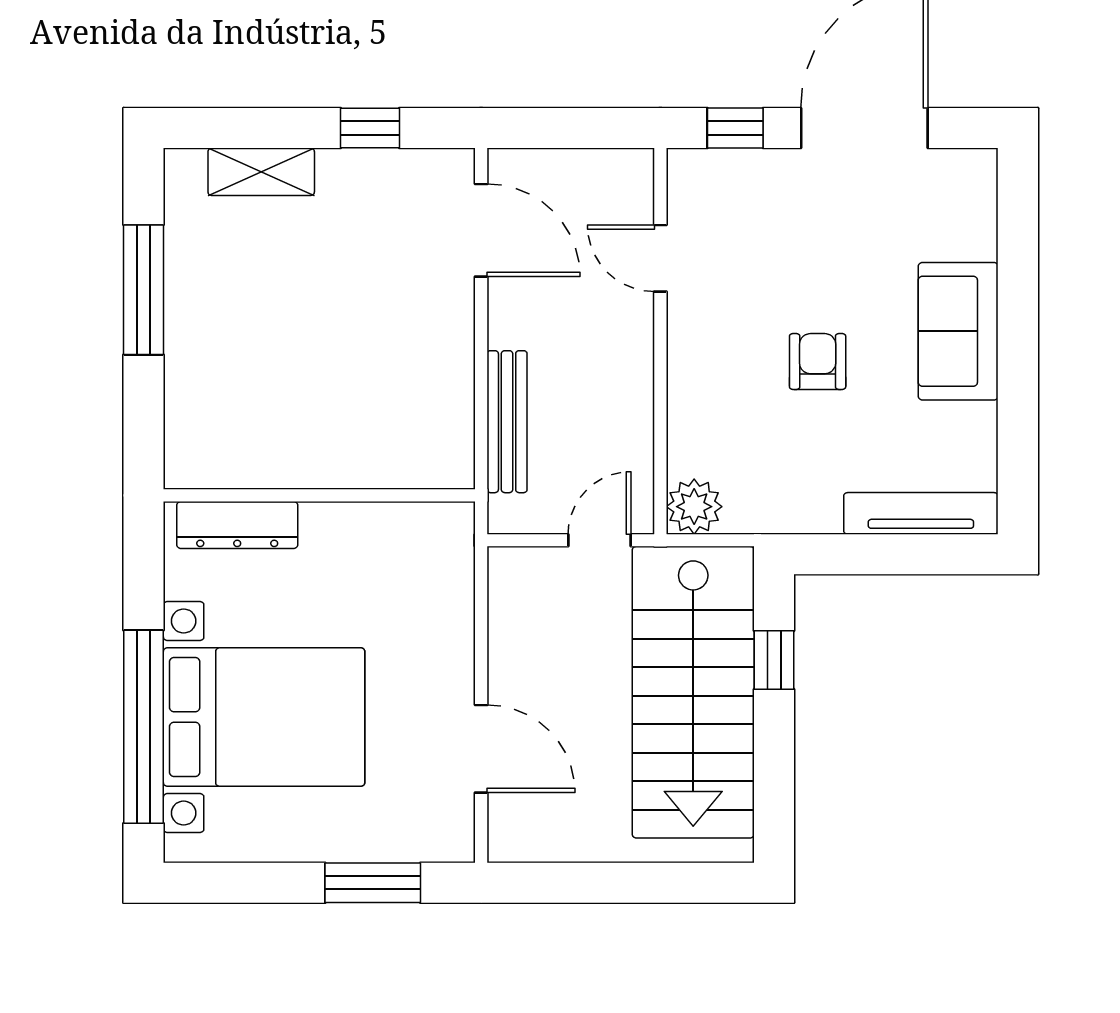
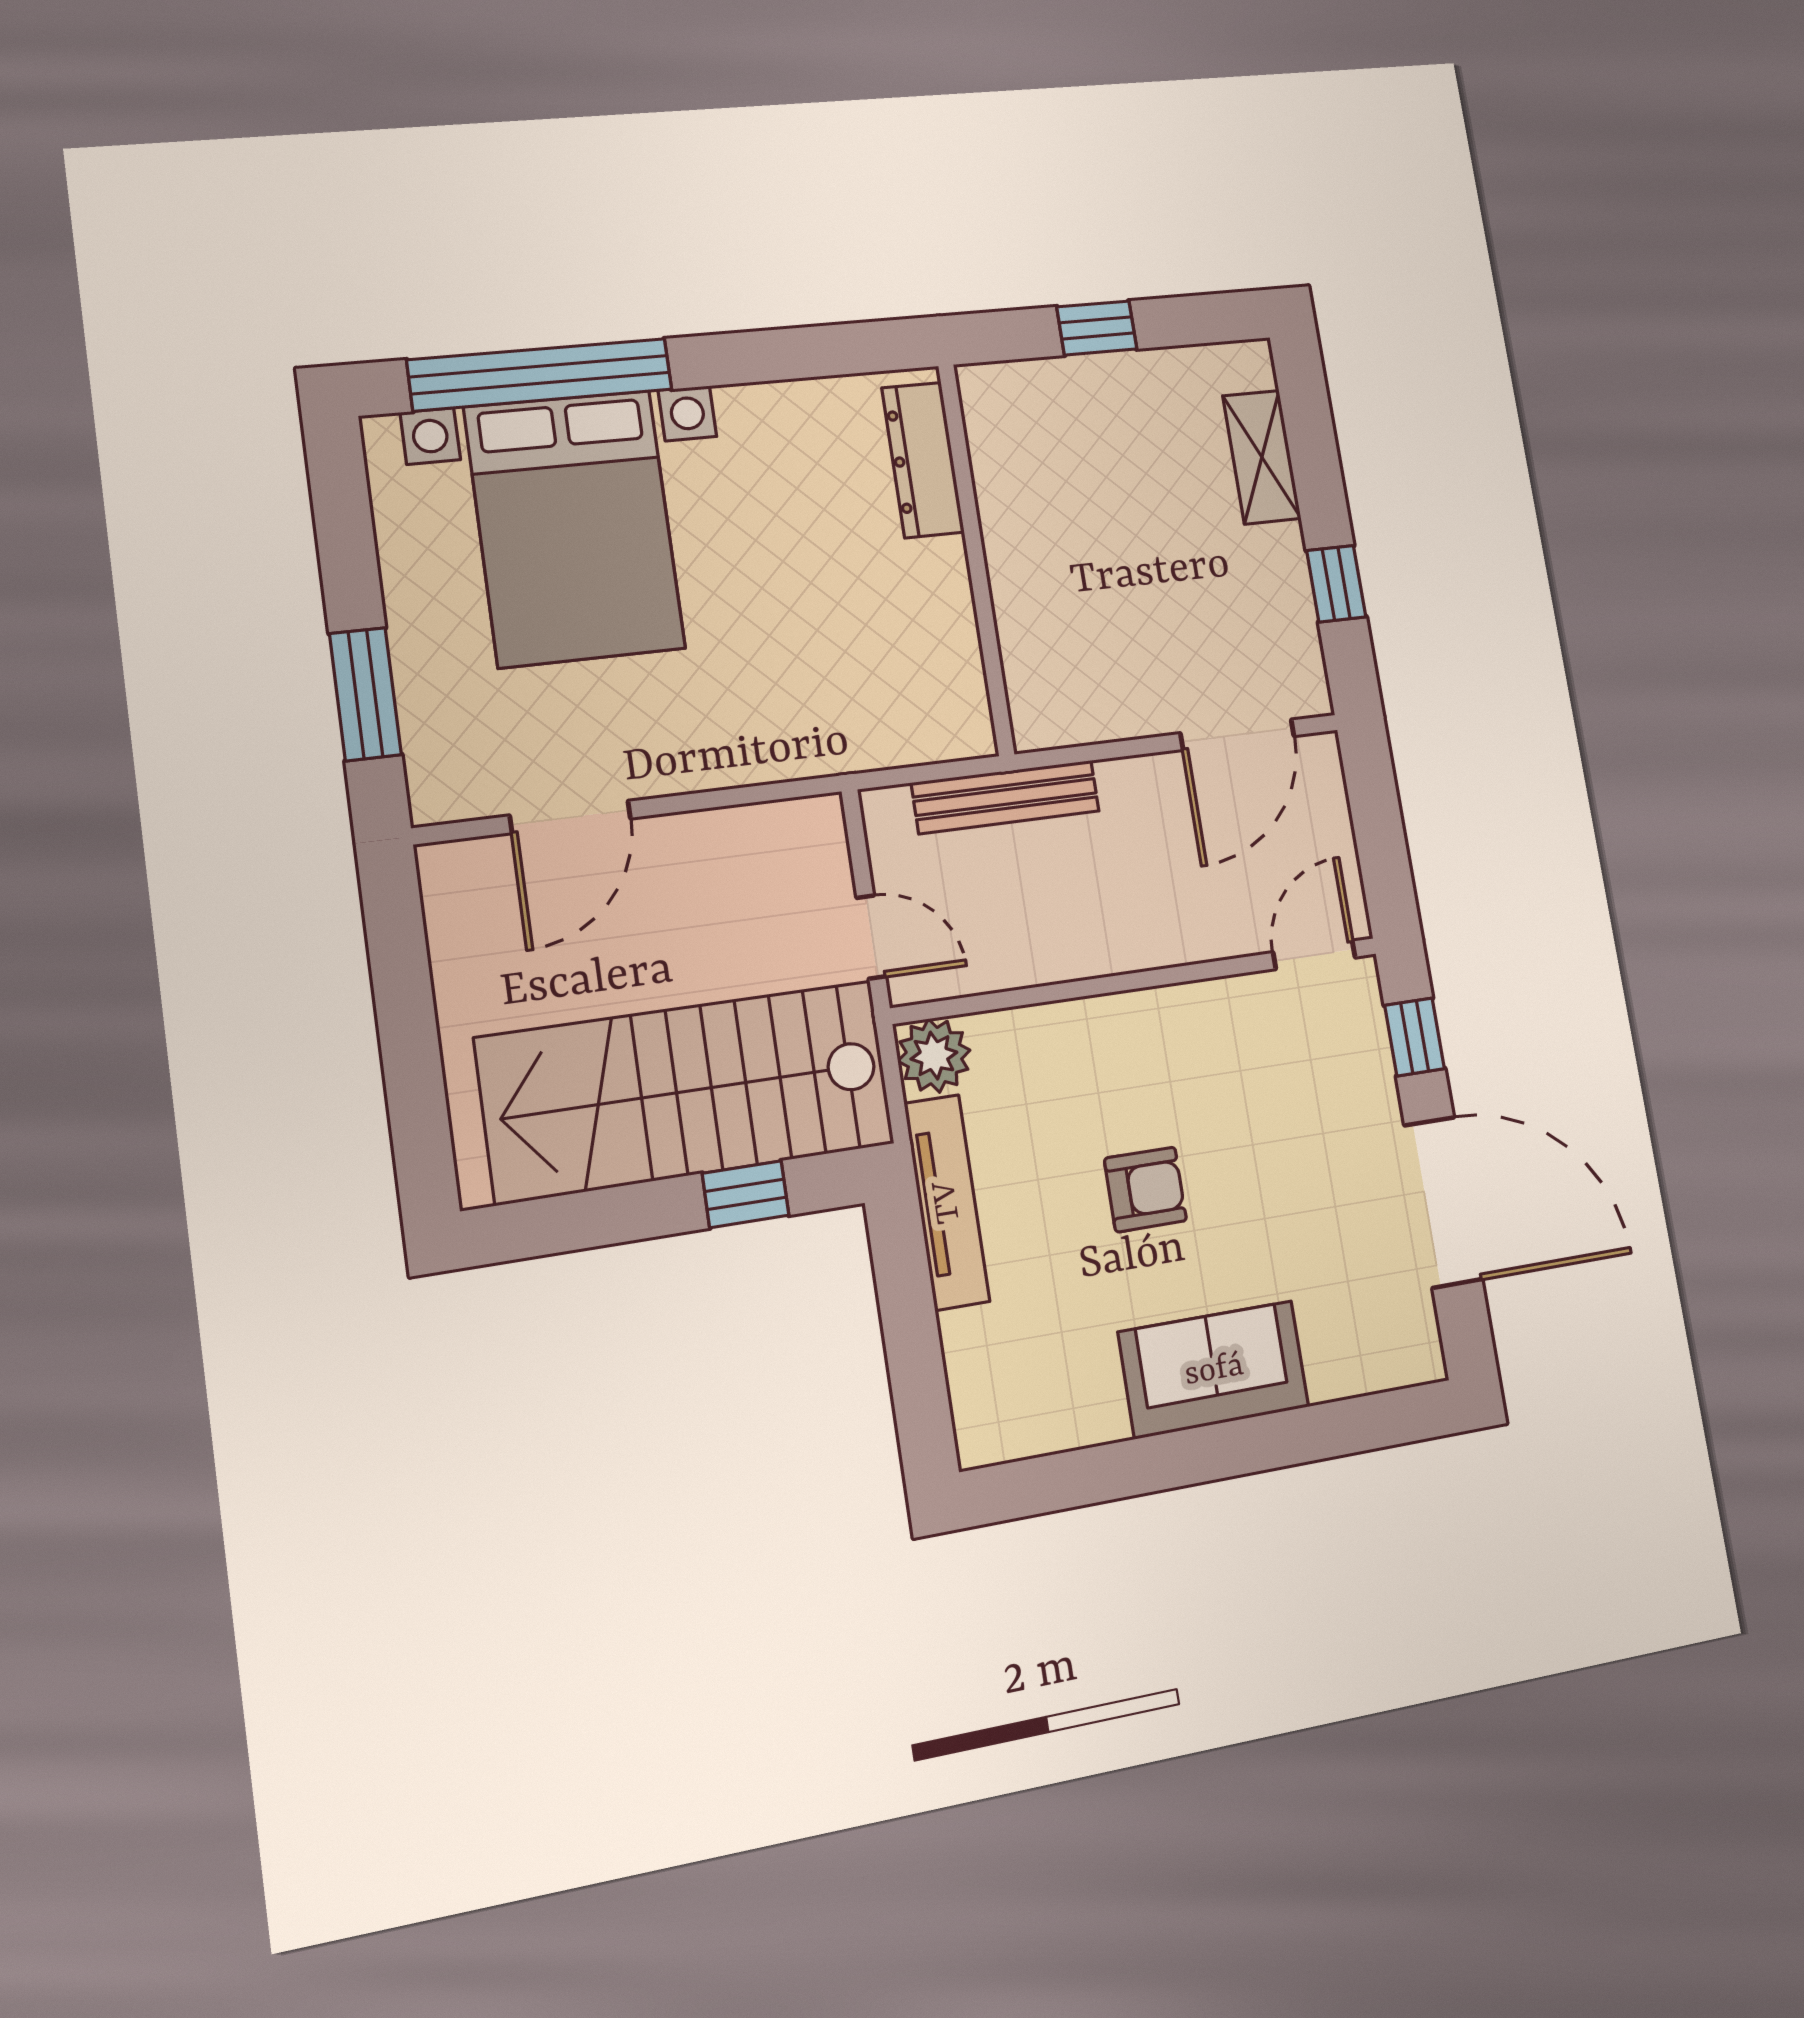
door: (660, 258) -> (1314, 955), moved
window: (144, 290) -> (1097, 328), width x0.46
wall: (319, 495) -> (976, 559), moved
tv unit: (921, 513) -> (947, 1202), moved
dresser: (237, 525) -> (923, 460), moved

